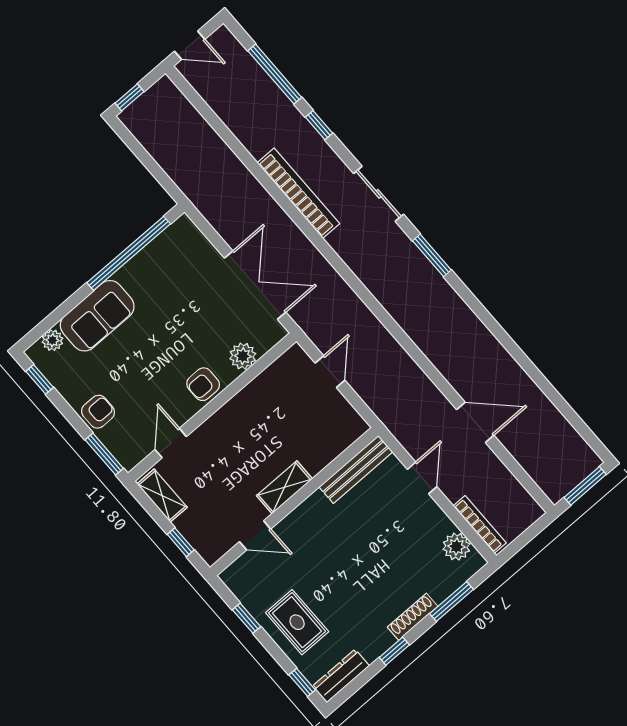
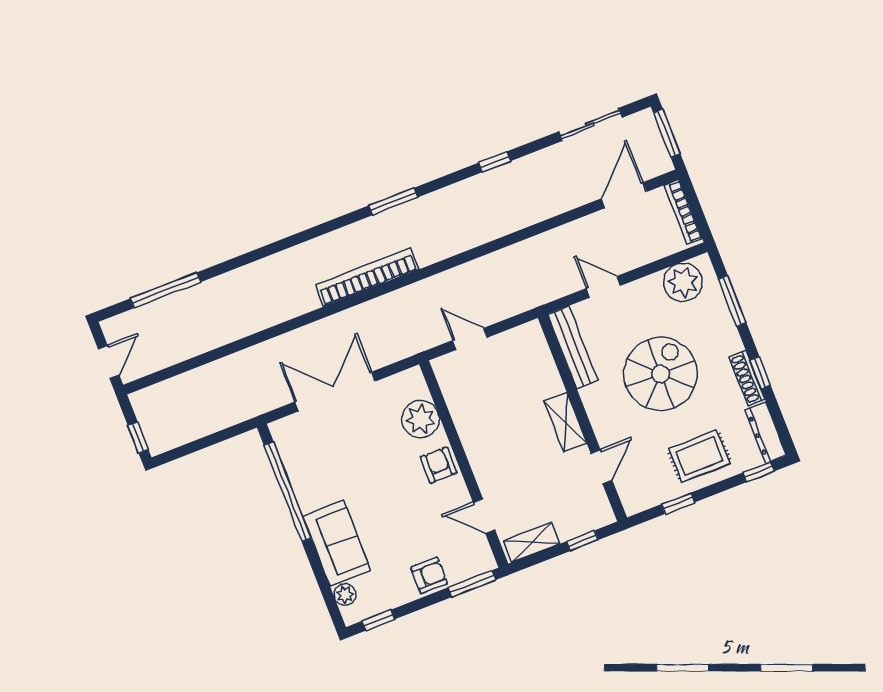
window: (319, 125) -> (495, 162), moved
bookcase: (298, 193) -> (367, 277), moved
sliding door: (379, 194) -> (590, 125), moved
double door: (255, 285) -> (335, 391), moved
plant: (243, 356) -> (421, 419), width x1.36, depth x1.36
armchair: (203, 384) -> (439, 465), turned 180
armchair: (98, 412) -> (429, 575), turned 90
door: (475, 422) -> (624, 195), moved
bookcase: (480, 524) -> (683, 212), moved, turned -90
plant: (456, 547) -> (683, 282), width x1.36, depth x1.36
spiral stairs: (360, 559) -> (661, 374), added
shoe rack: (413, 617) -> (747, 378), moved

